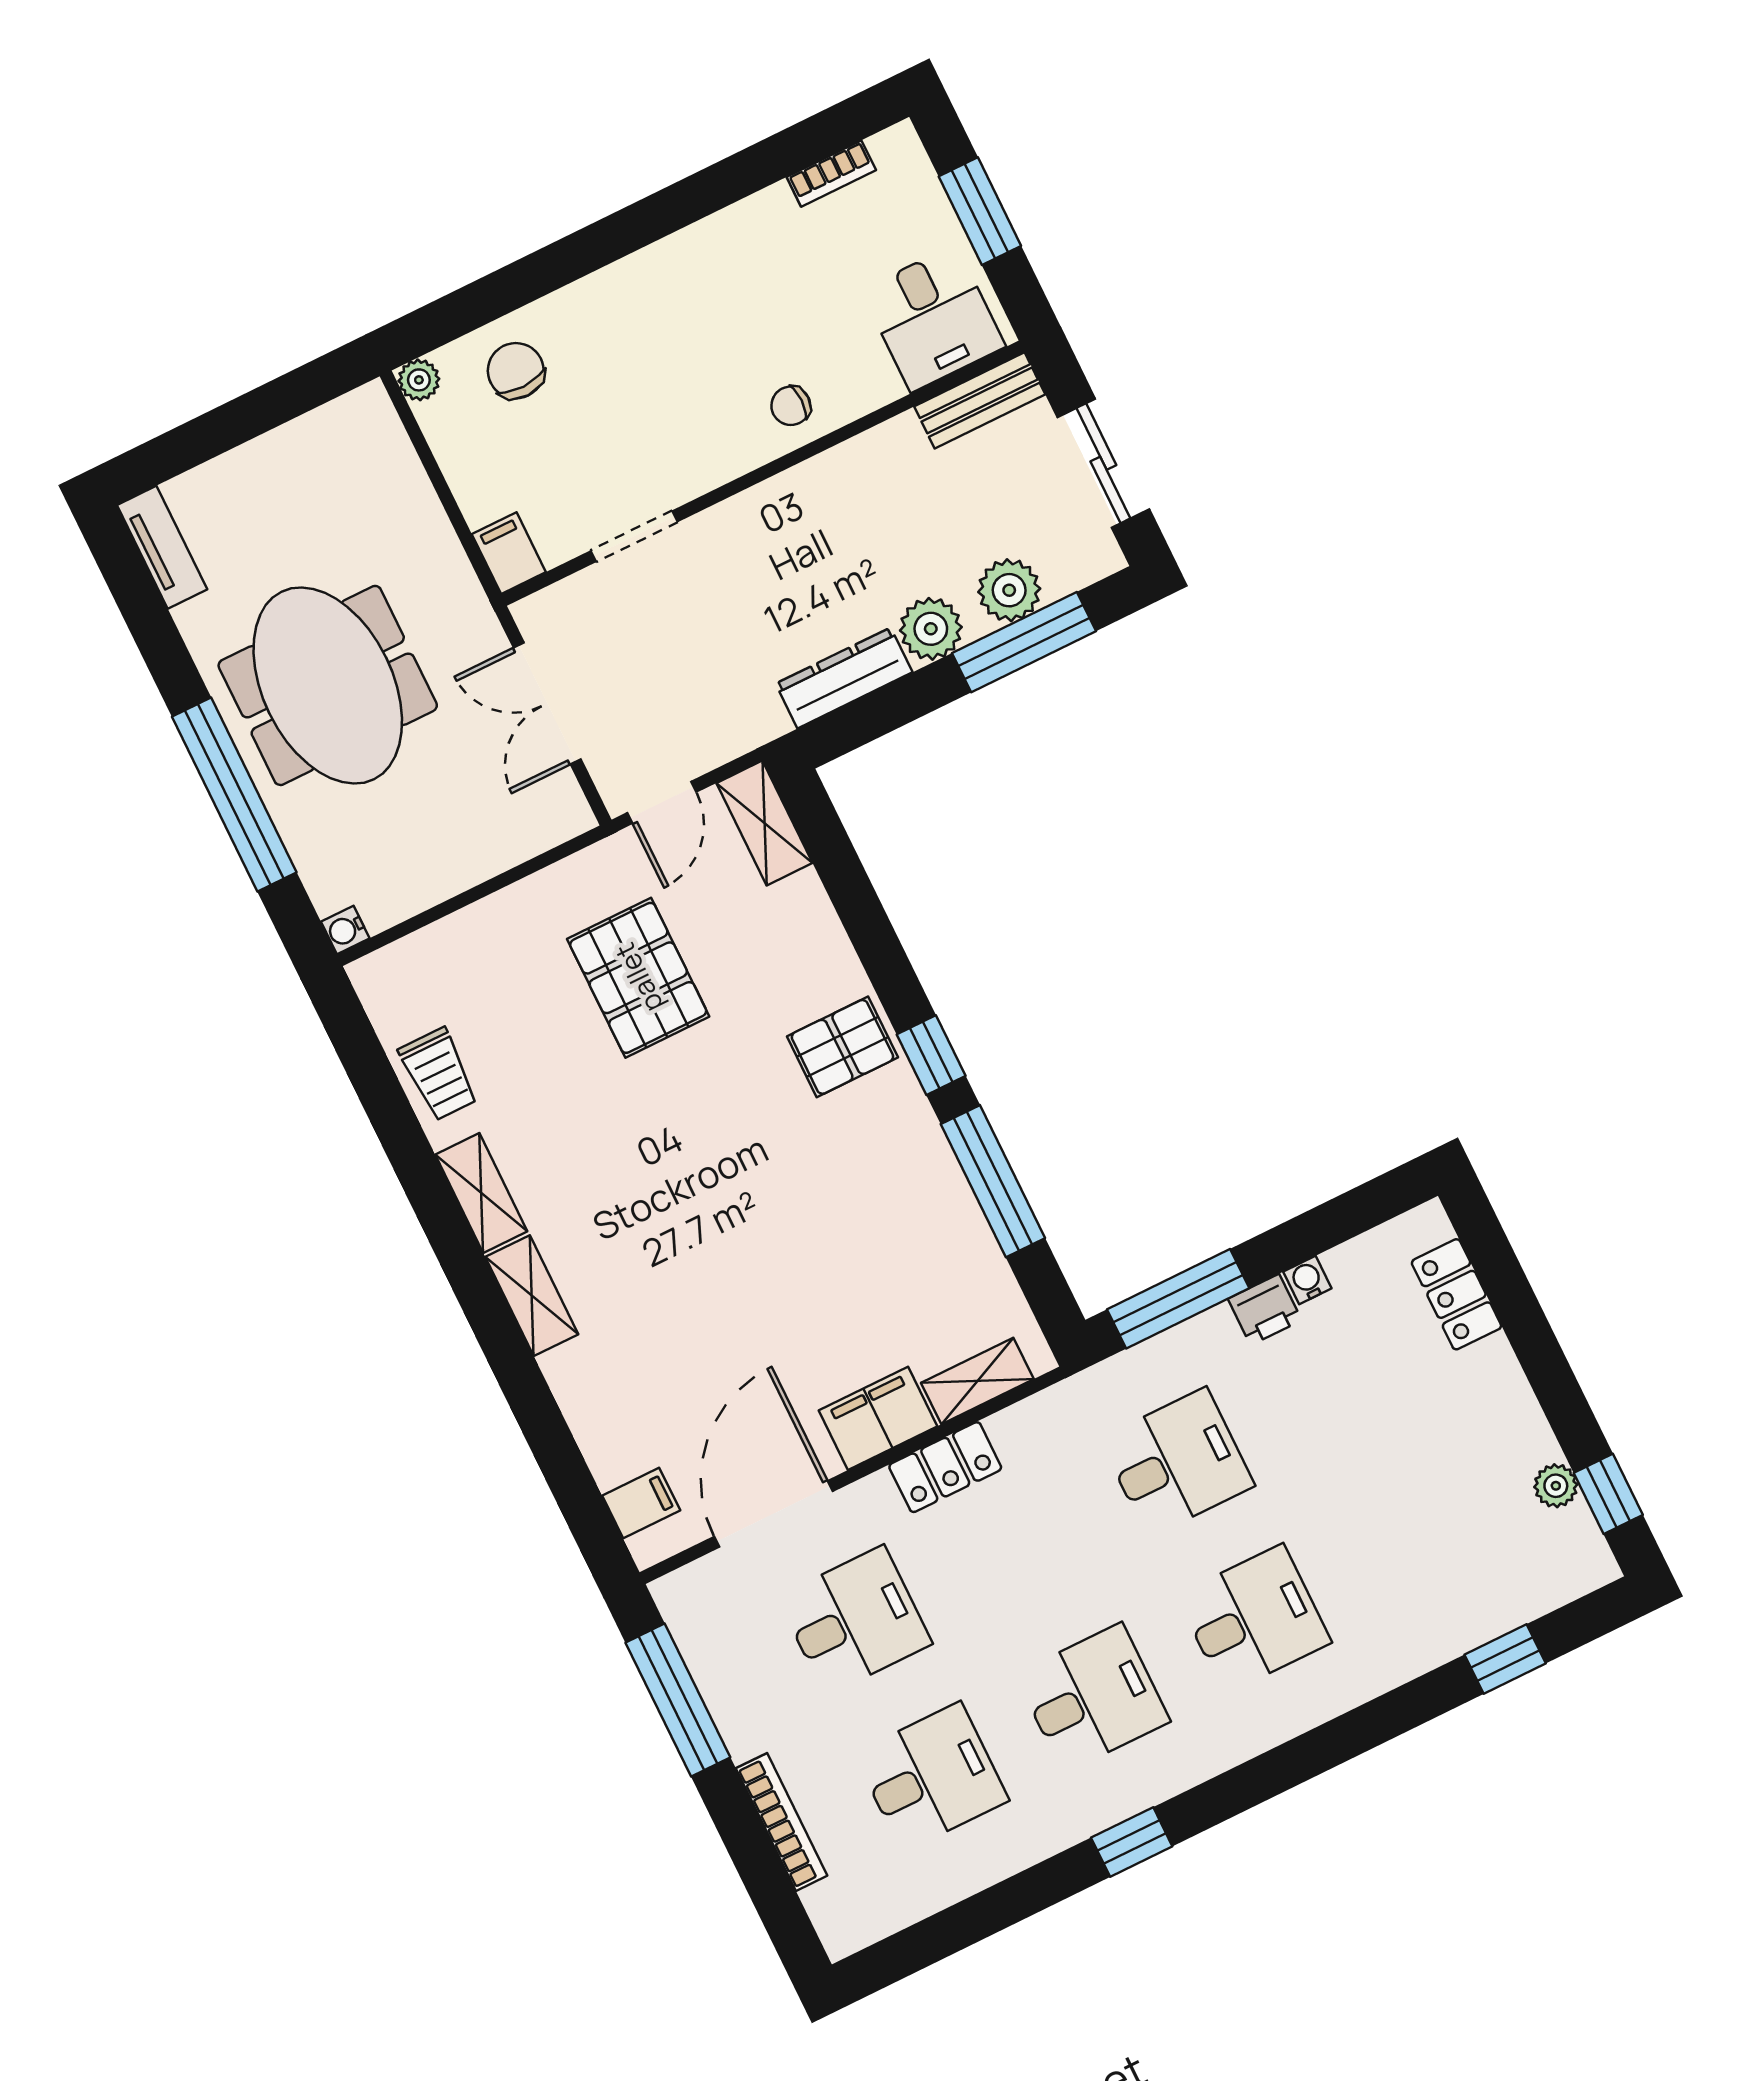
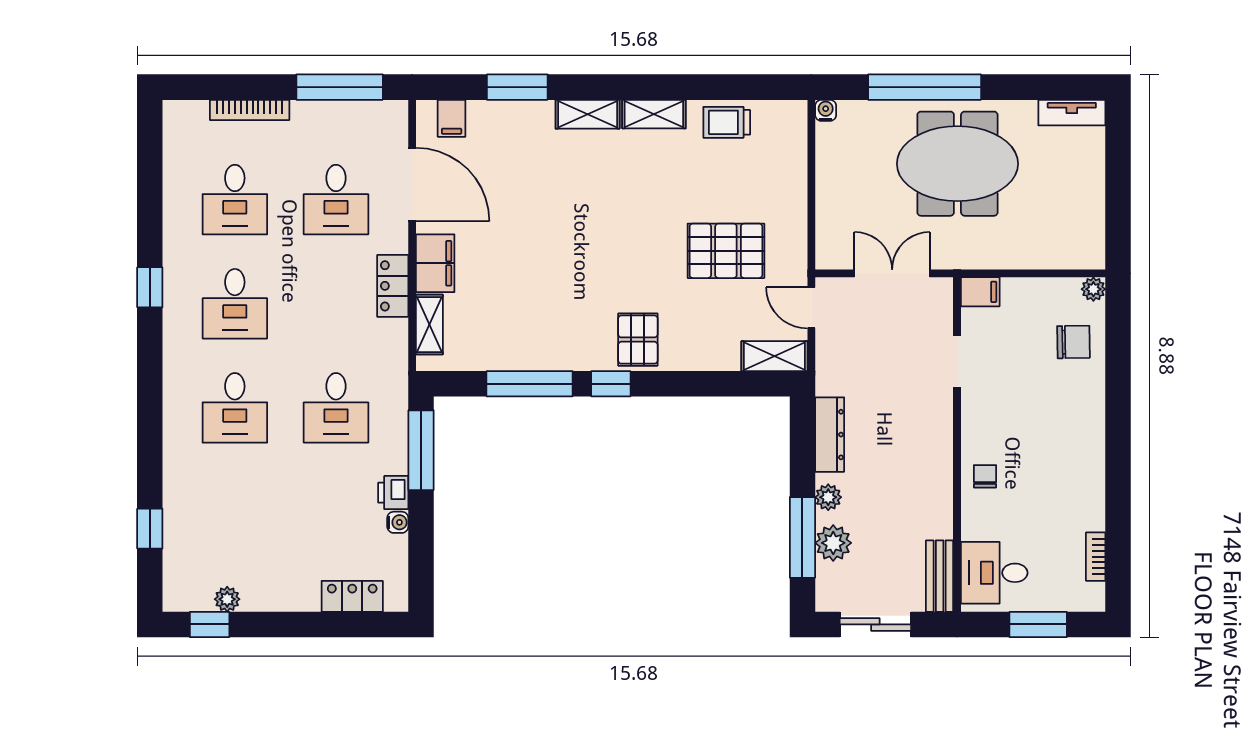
plant: (931, 629) -> (828, 497), width x0.73, depth x0.73
window: (543, 1425) -> (517, 87), added

